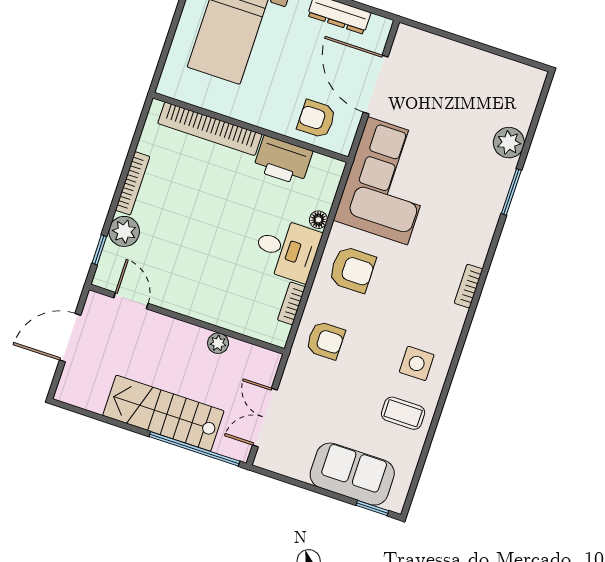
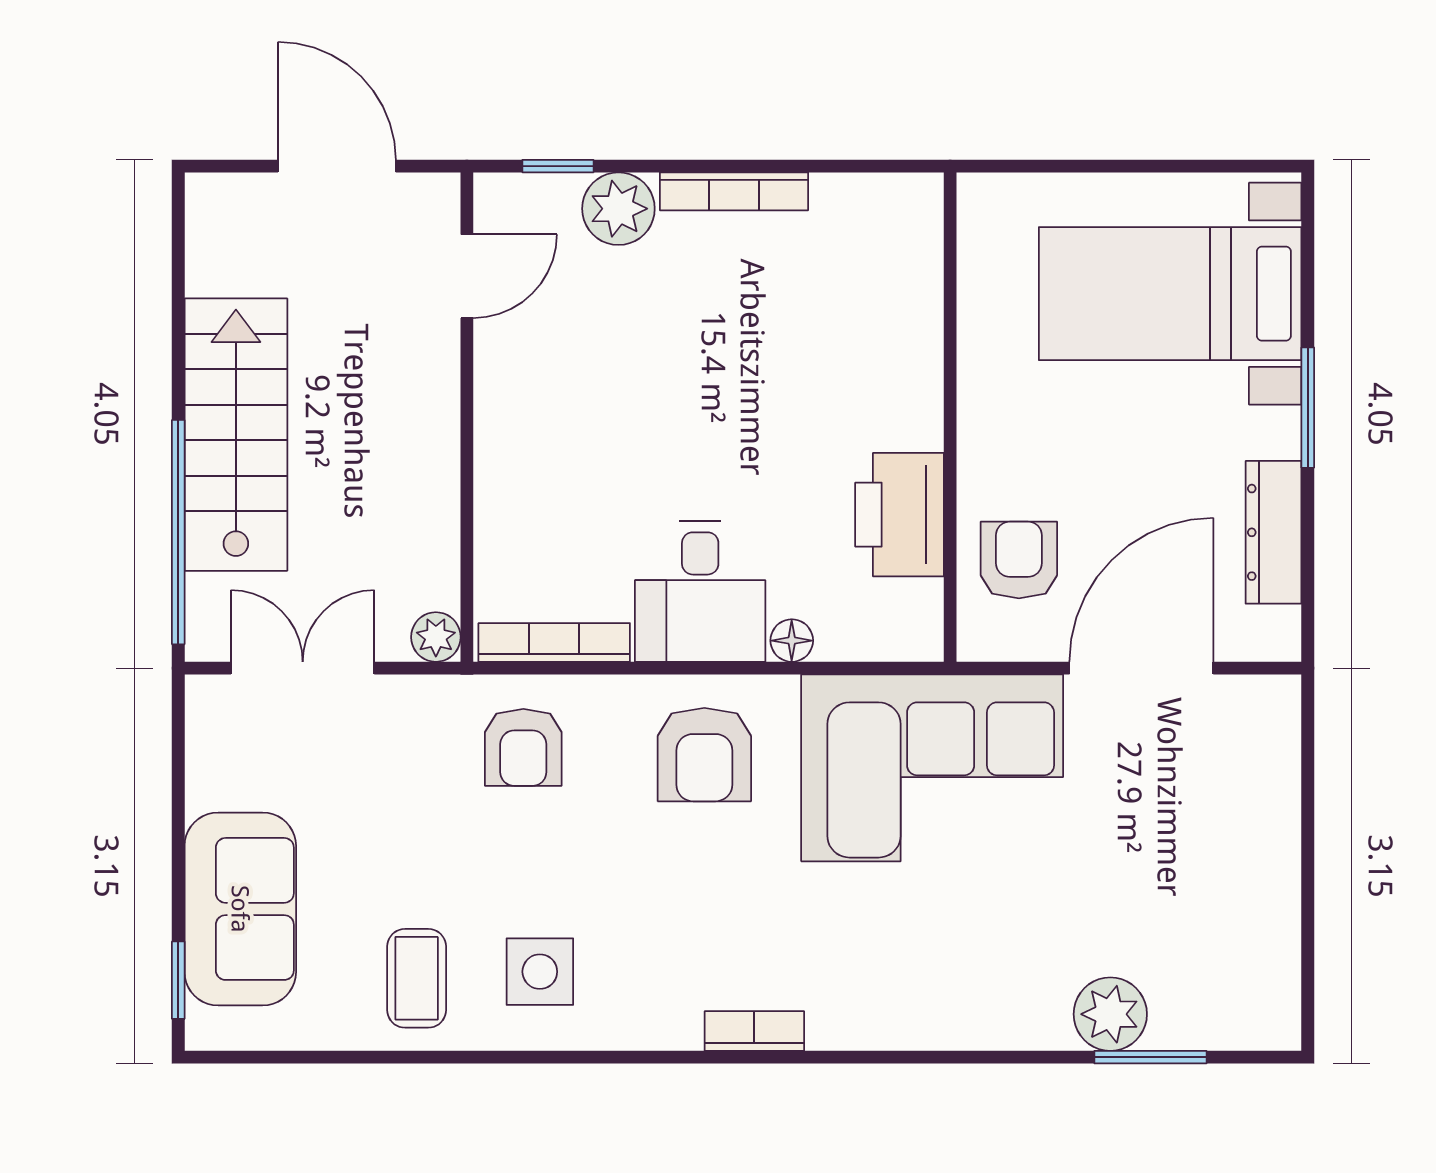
bookcase: (210, 129) -> (916, 325), removed
window: (511, 192) -> (1150, 1057), moved
bookcase: (291, 303) -> (554, 642), width x1.56
plant: (218, 343) -> (436, 637), moved

